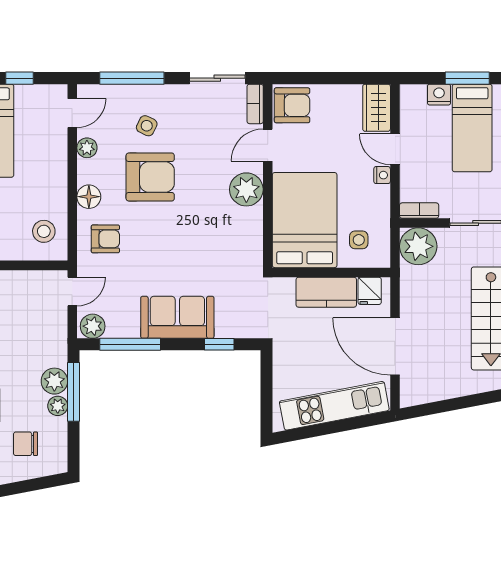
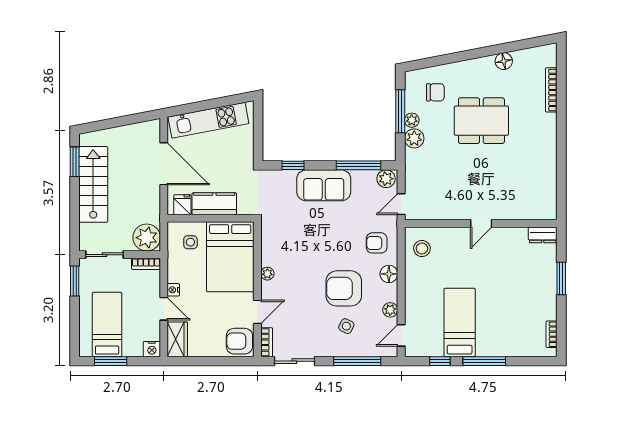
nightstand: (439, 95) -> (152, 349), moved
plant: (246, 189) -> (267, 274), width x0.53, depth x0.53
window: (73, 392) -> (400, 111), moved

